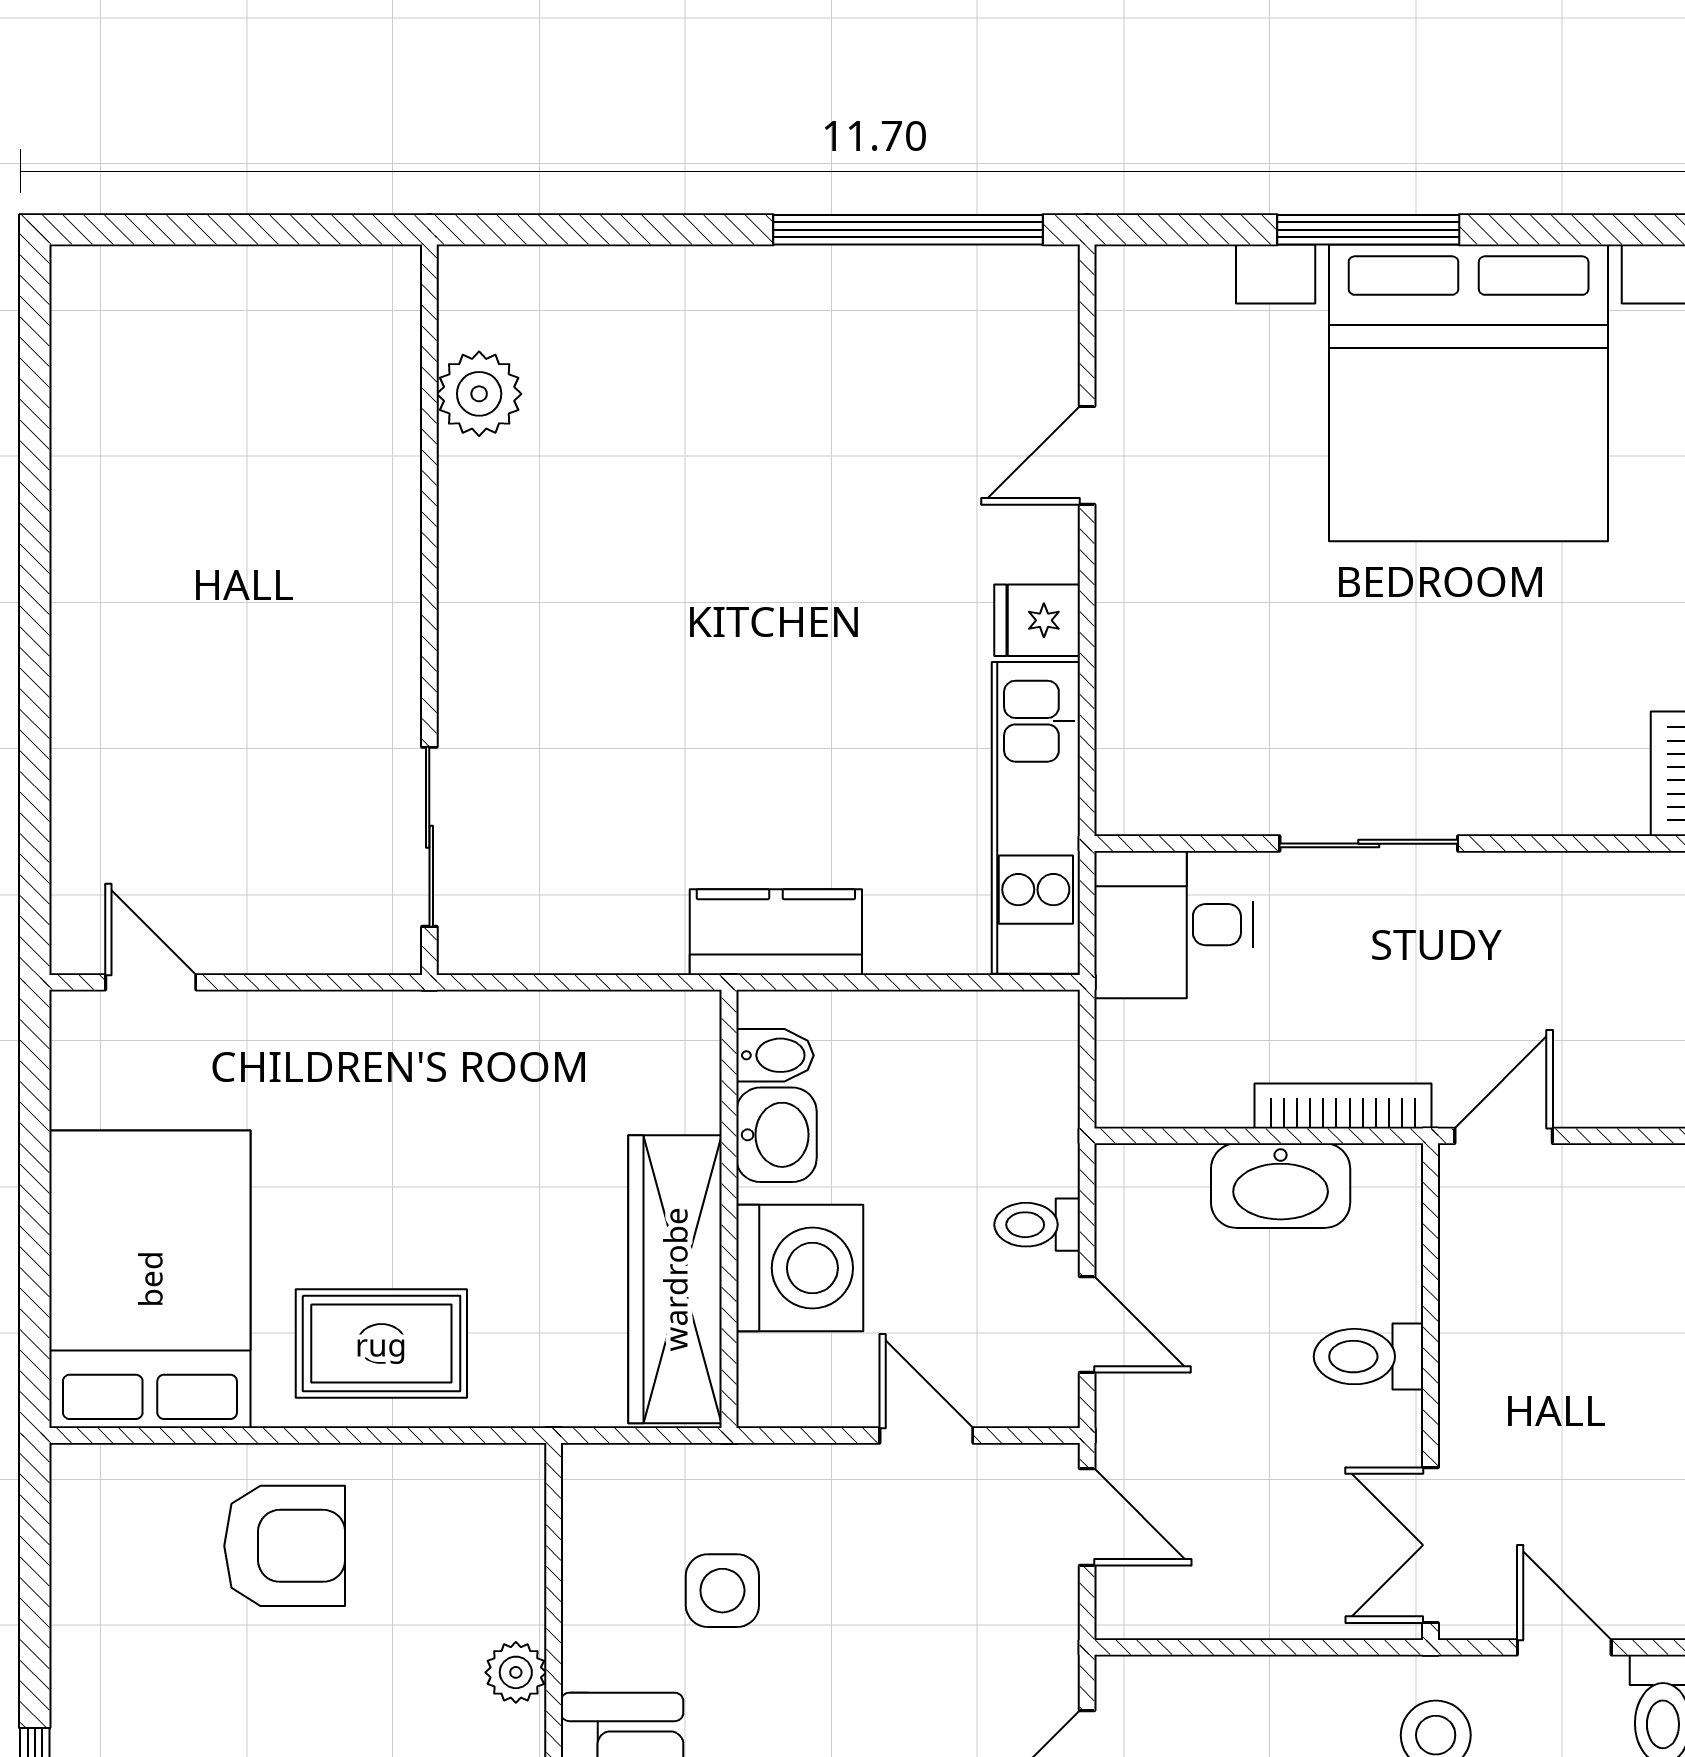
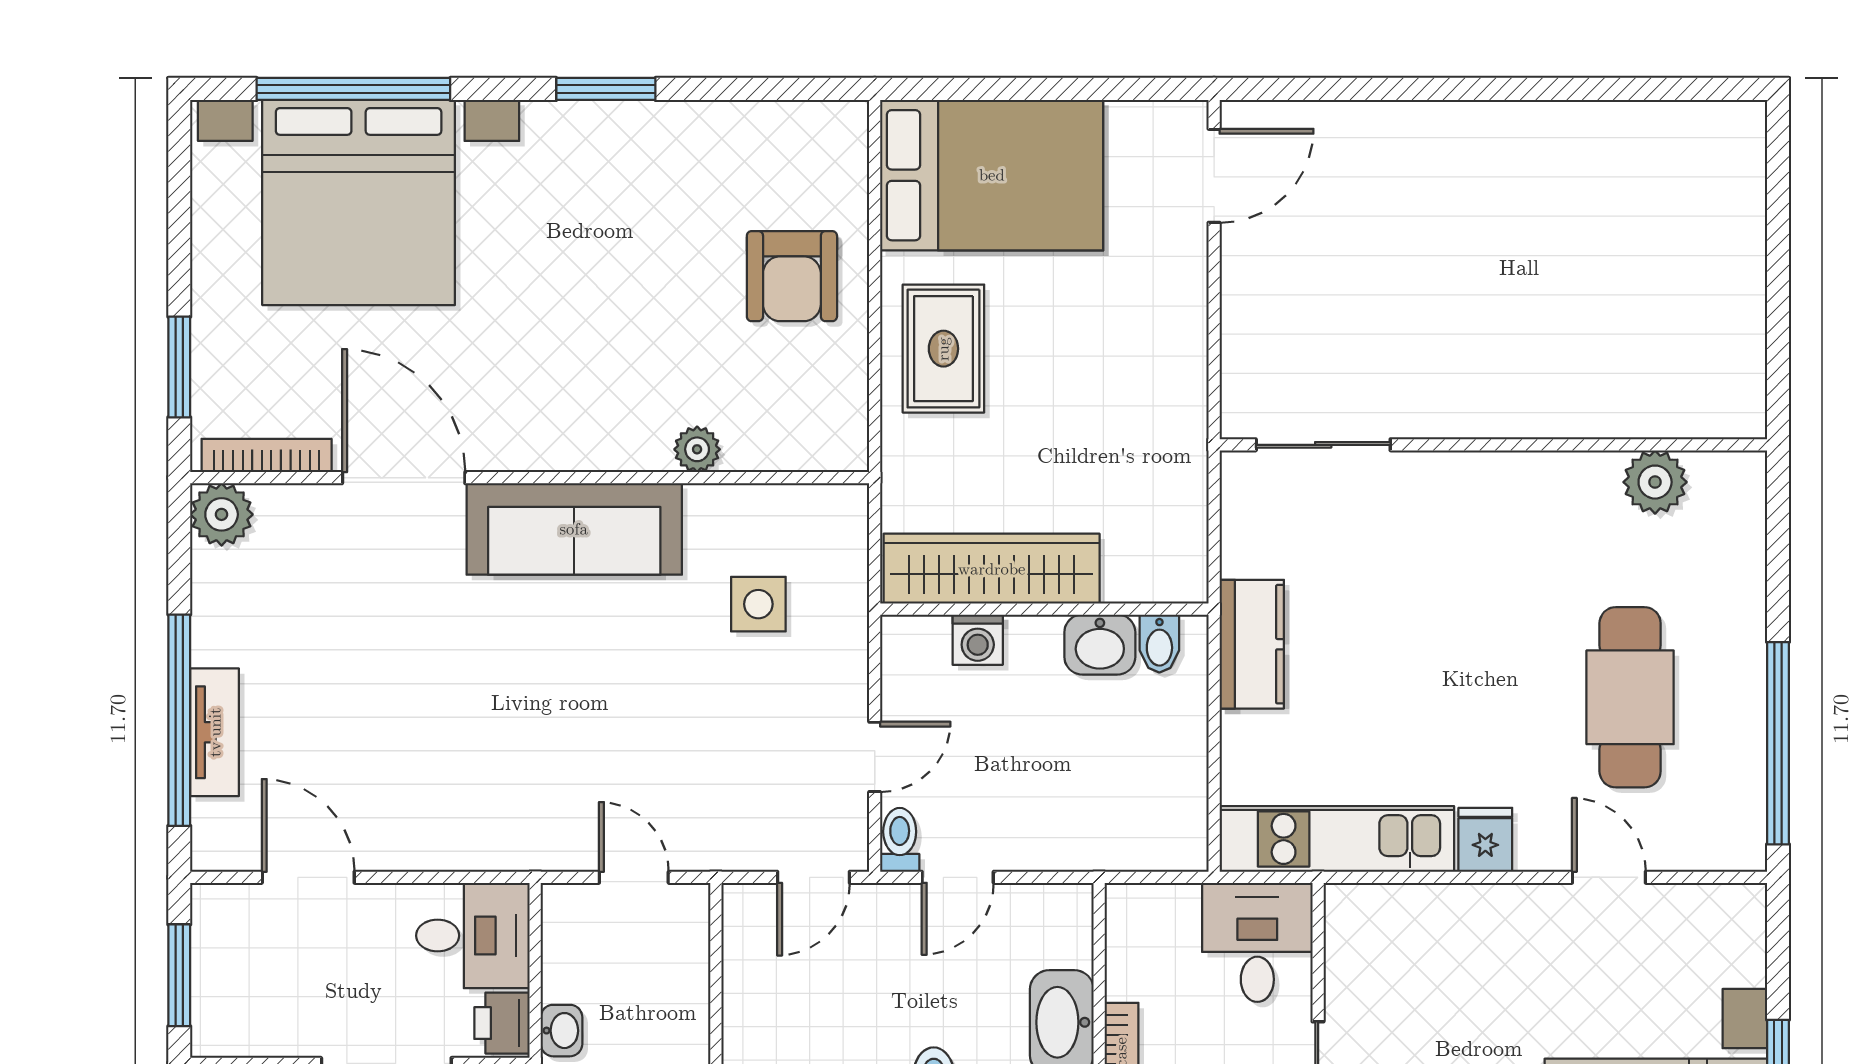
plant: (479, 394) -> (1655, 482), moved
cafe table: (847, 427) -> (1630, 697), added
wall: (429, 610) -> (1493, 445), moved
sliding door: (429, 837) -> (1323, 445), moved
door: (151, 982) -> (1214, 176), width x1.38
toilet: (1037, 1225) -> (900, 840), moved
washing machine: (800, 1268) -> (978, 640), width x0.53, depth x0.53

